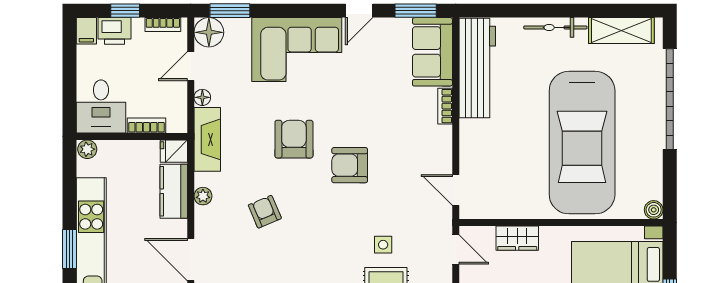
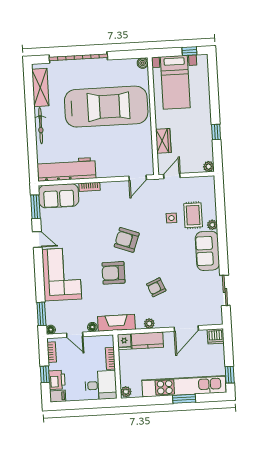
floor lamp: (209, 32) -> (51, 330), width x0.53, depth x0.53
armchair: (350, 165) -> (127, 240), turned 110

